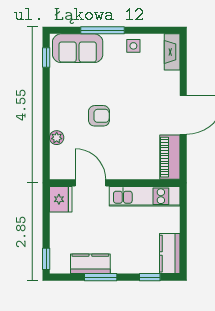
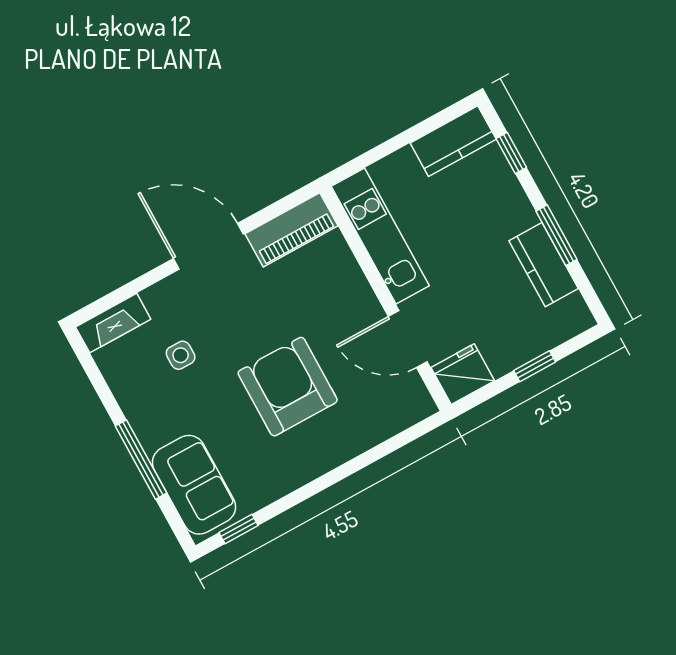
side table: (133, 46) -> (181, 355), moved
armchair: (99, 116) -> (288, 387), width x1.88, depth x1.88
plant: (57, 138) -> (363, 437), removed
door: (90, 183) -> (408, 339), hinge flipped
window: (46, 259) -> (535, 366), moved

